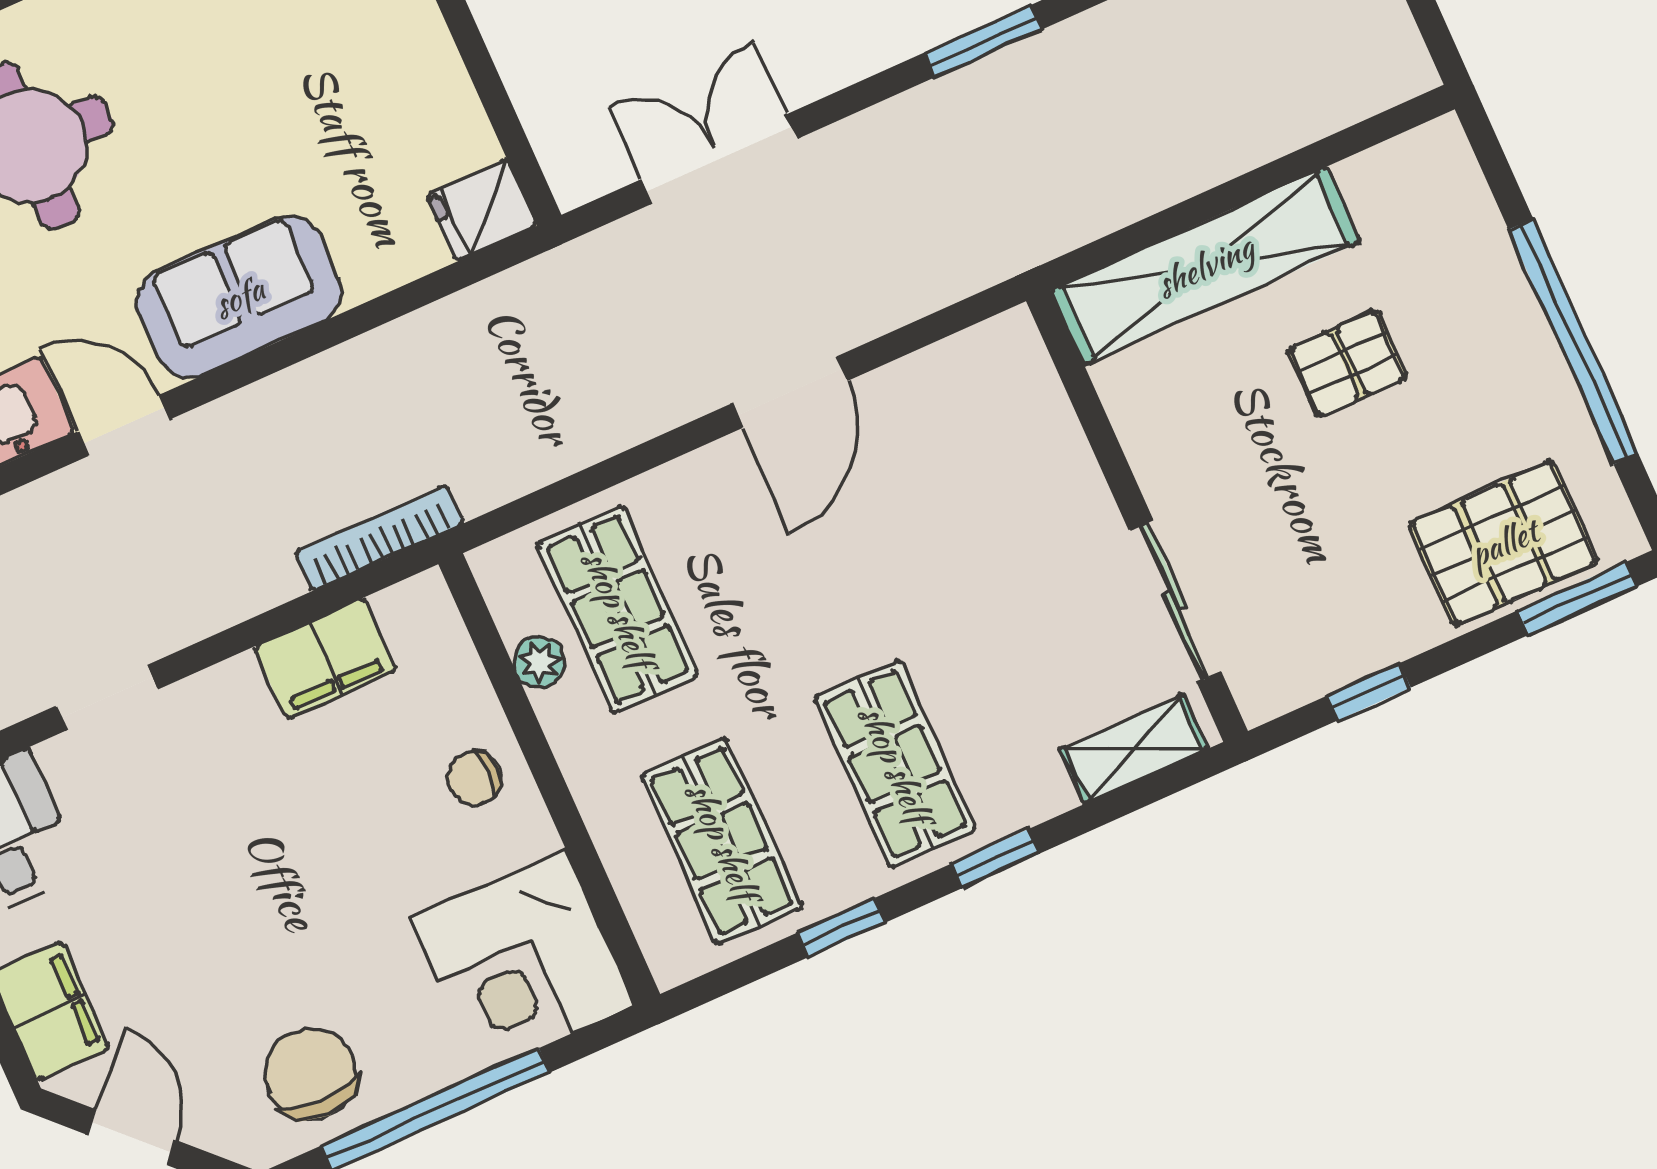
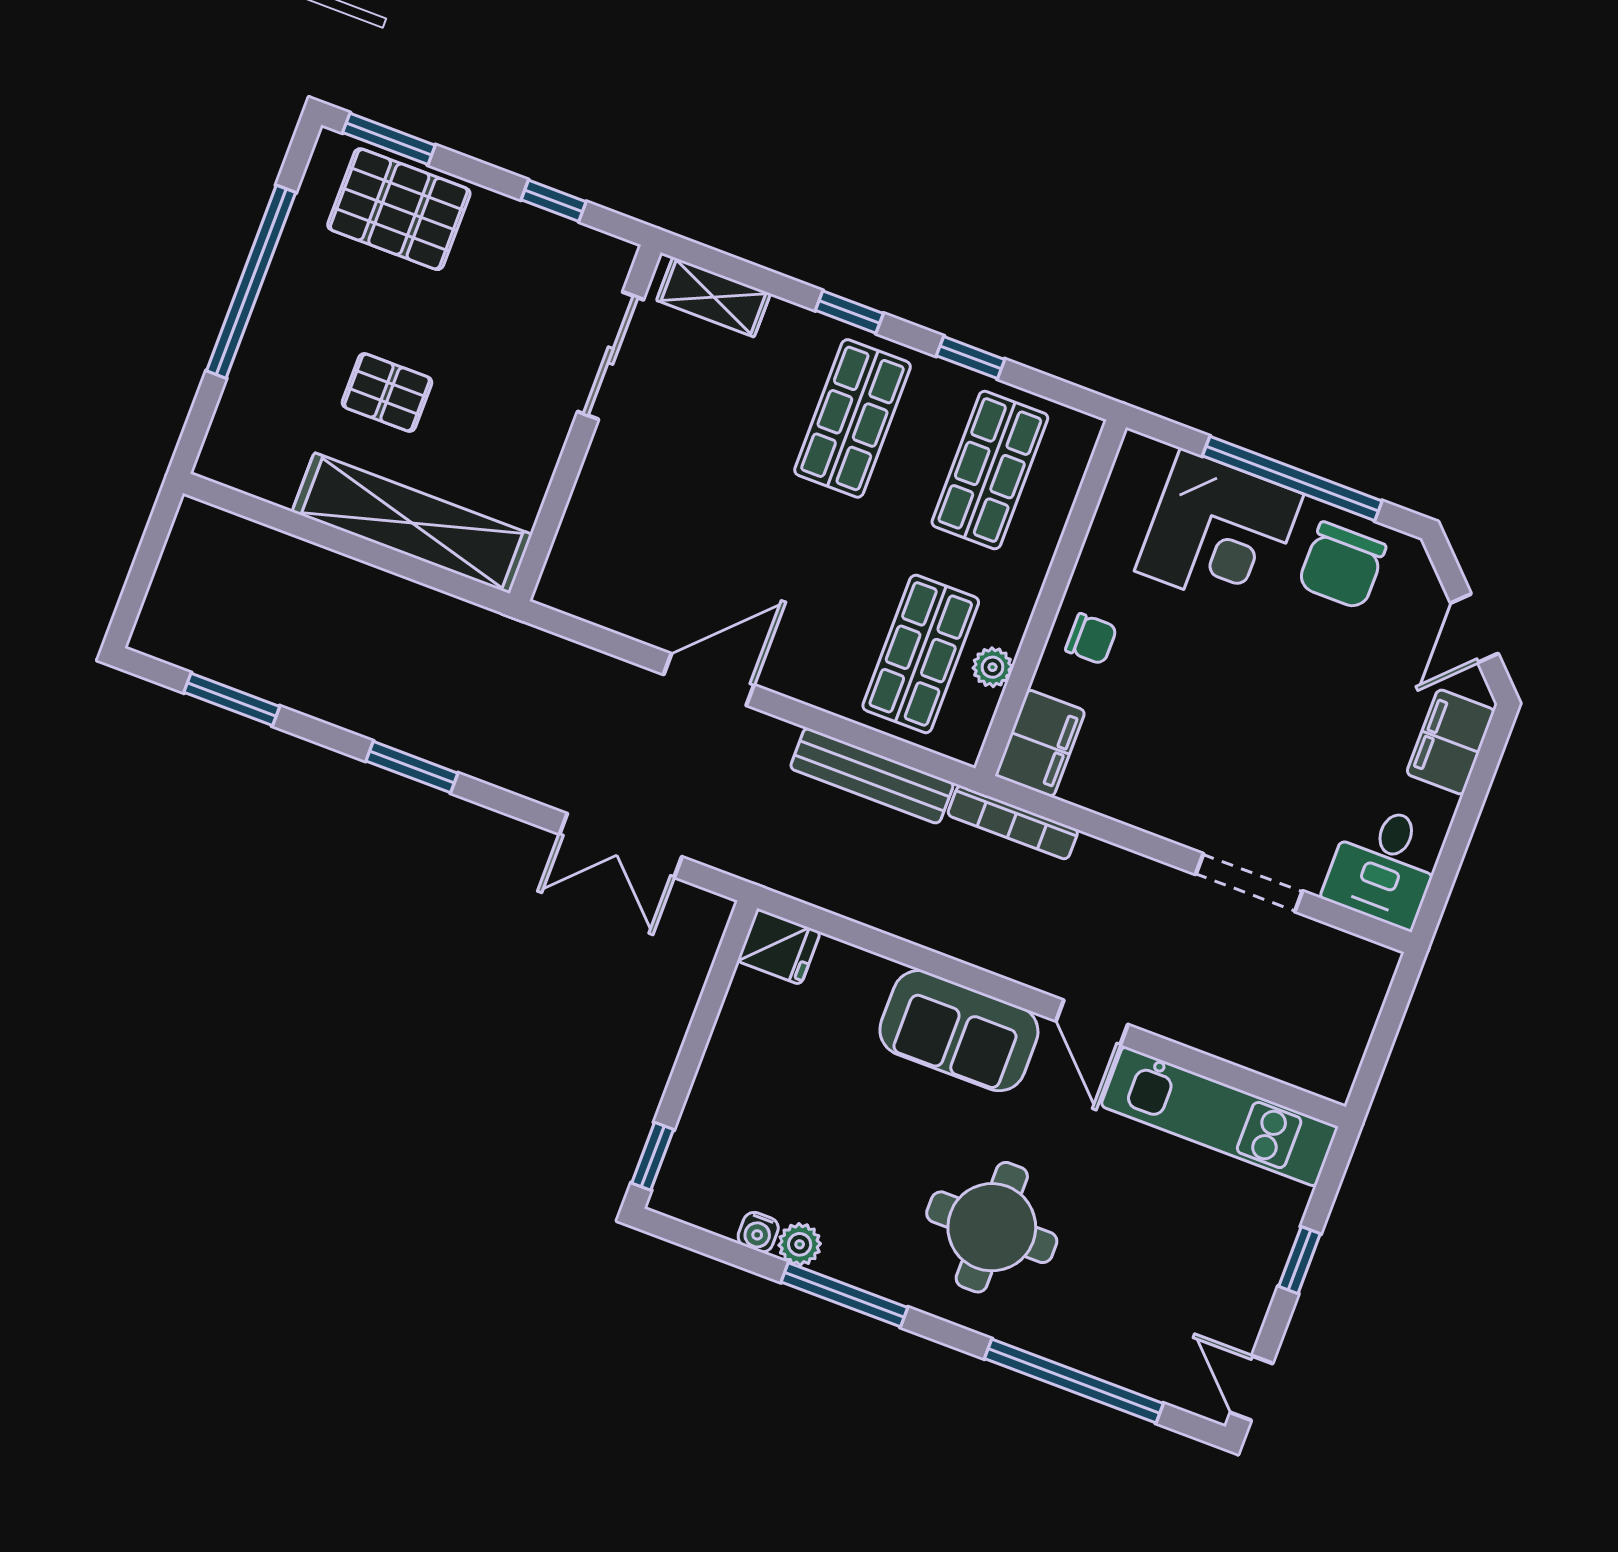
bench: (551, 452) -> (872, 776), added
filing cabinet: (325, 659) -> (1040, 743), moved, turned 90
doorway: (107, 698) -> (1249, 883), width x1.38
corner desk: (523, 962) -> (1219, 533), moved, turned 90

